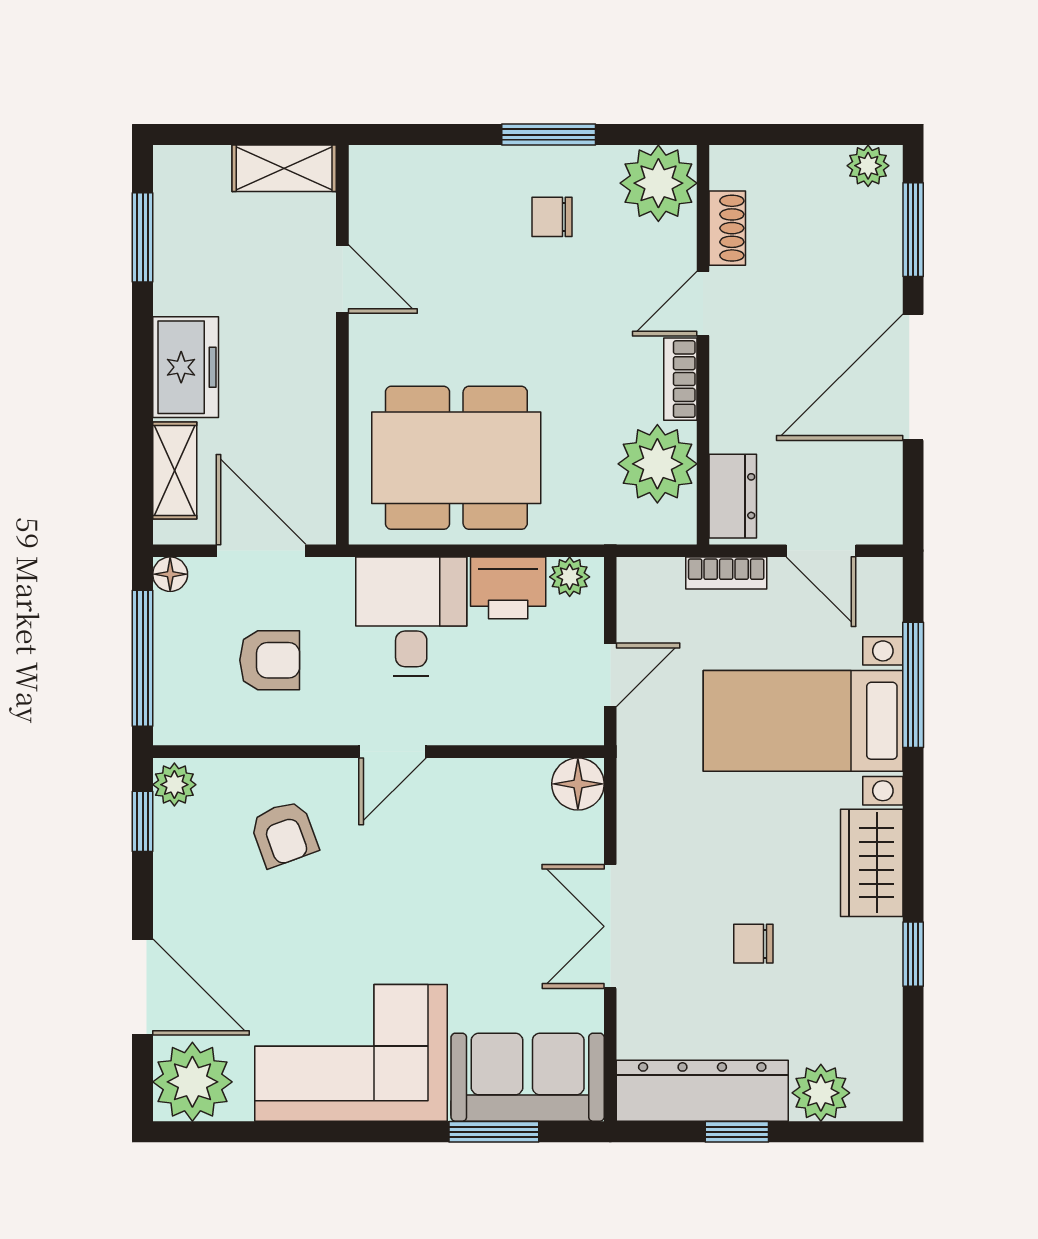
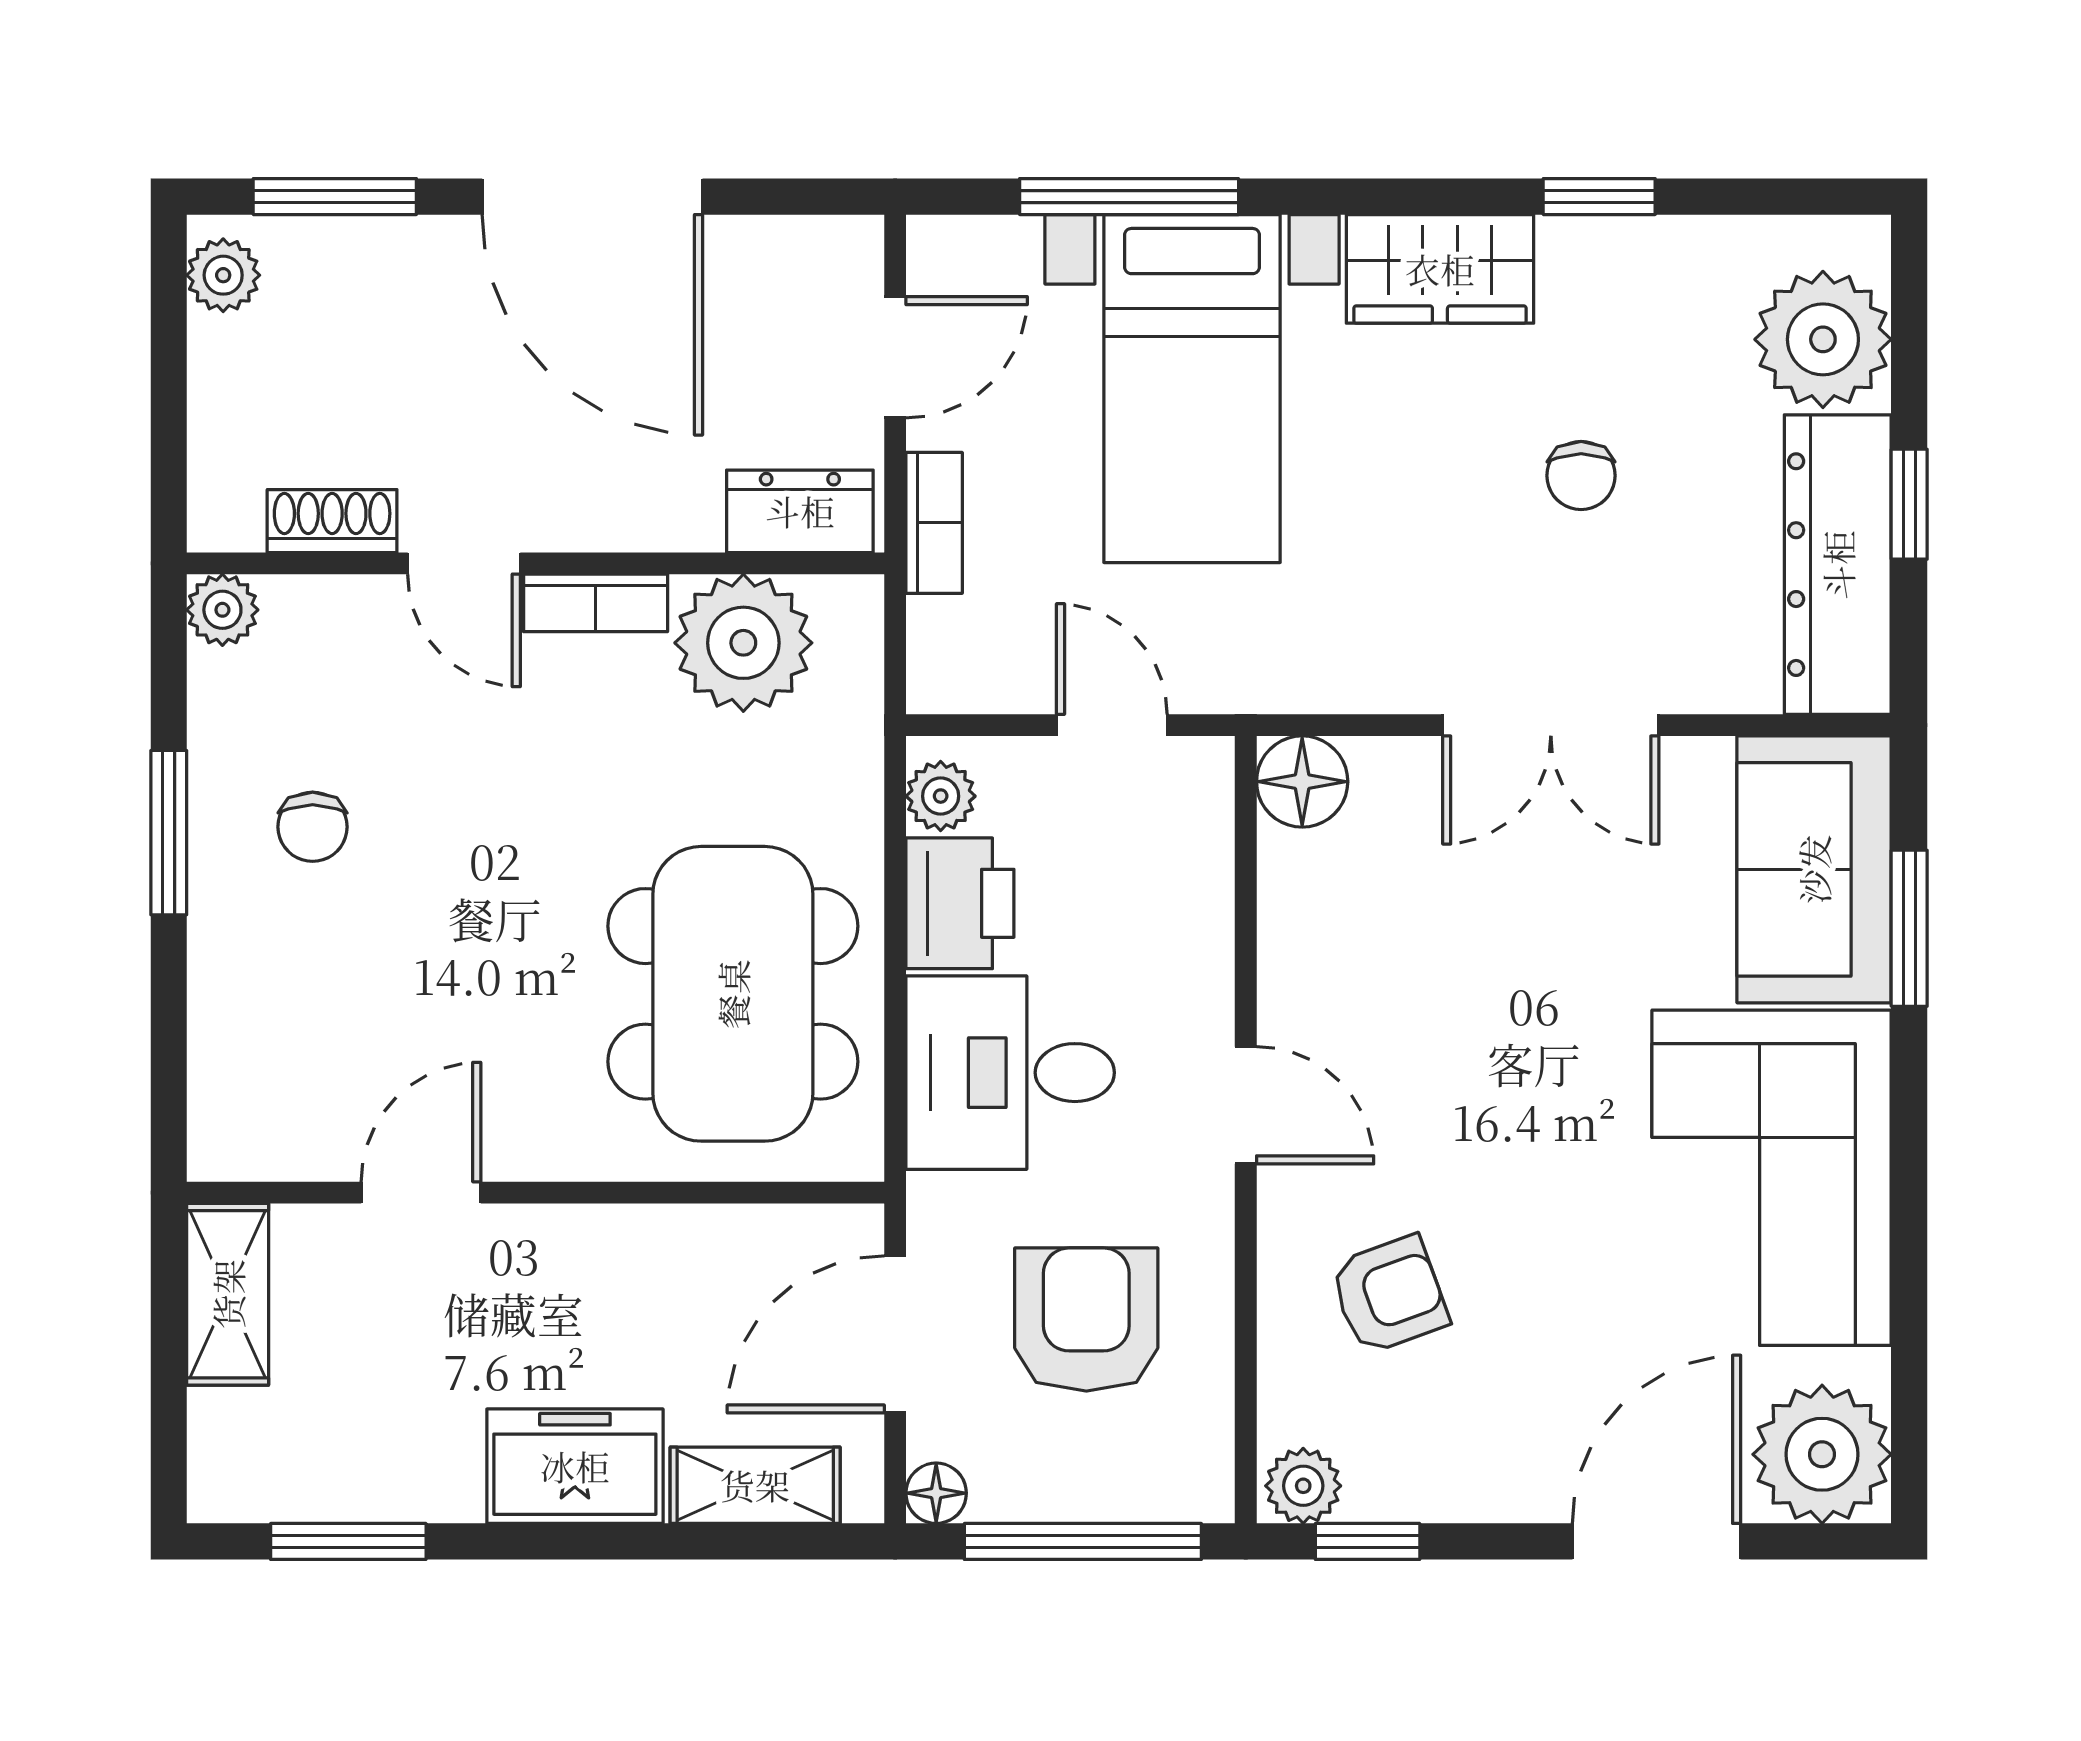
plant: (658, 183) -> (222, 610), width x0.53, depth x0.53
armchair: (270, 660) -> (1086, 1319), width x1.38, depth x1.38
plant: (821, 1093) -> (1823, 339), width x1.36, depth x1.36

